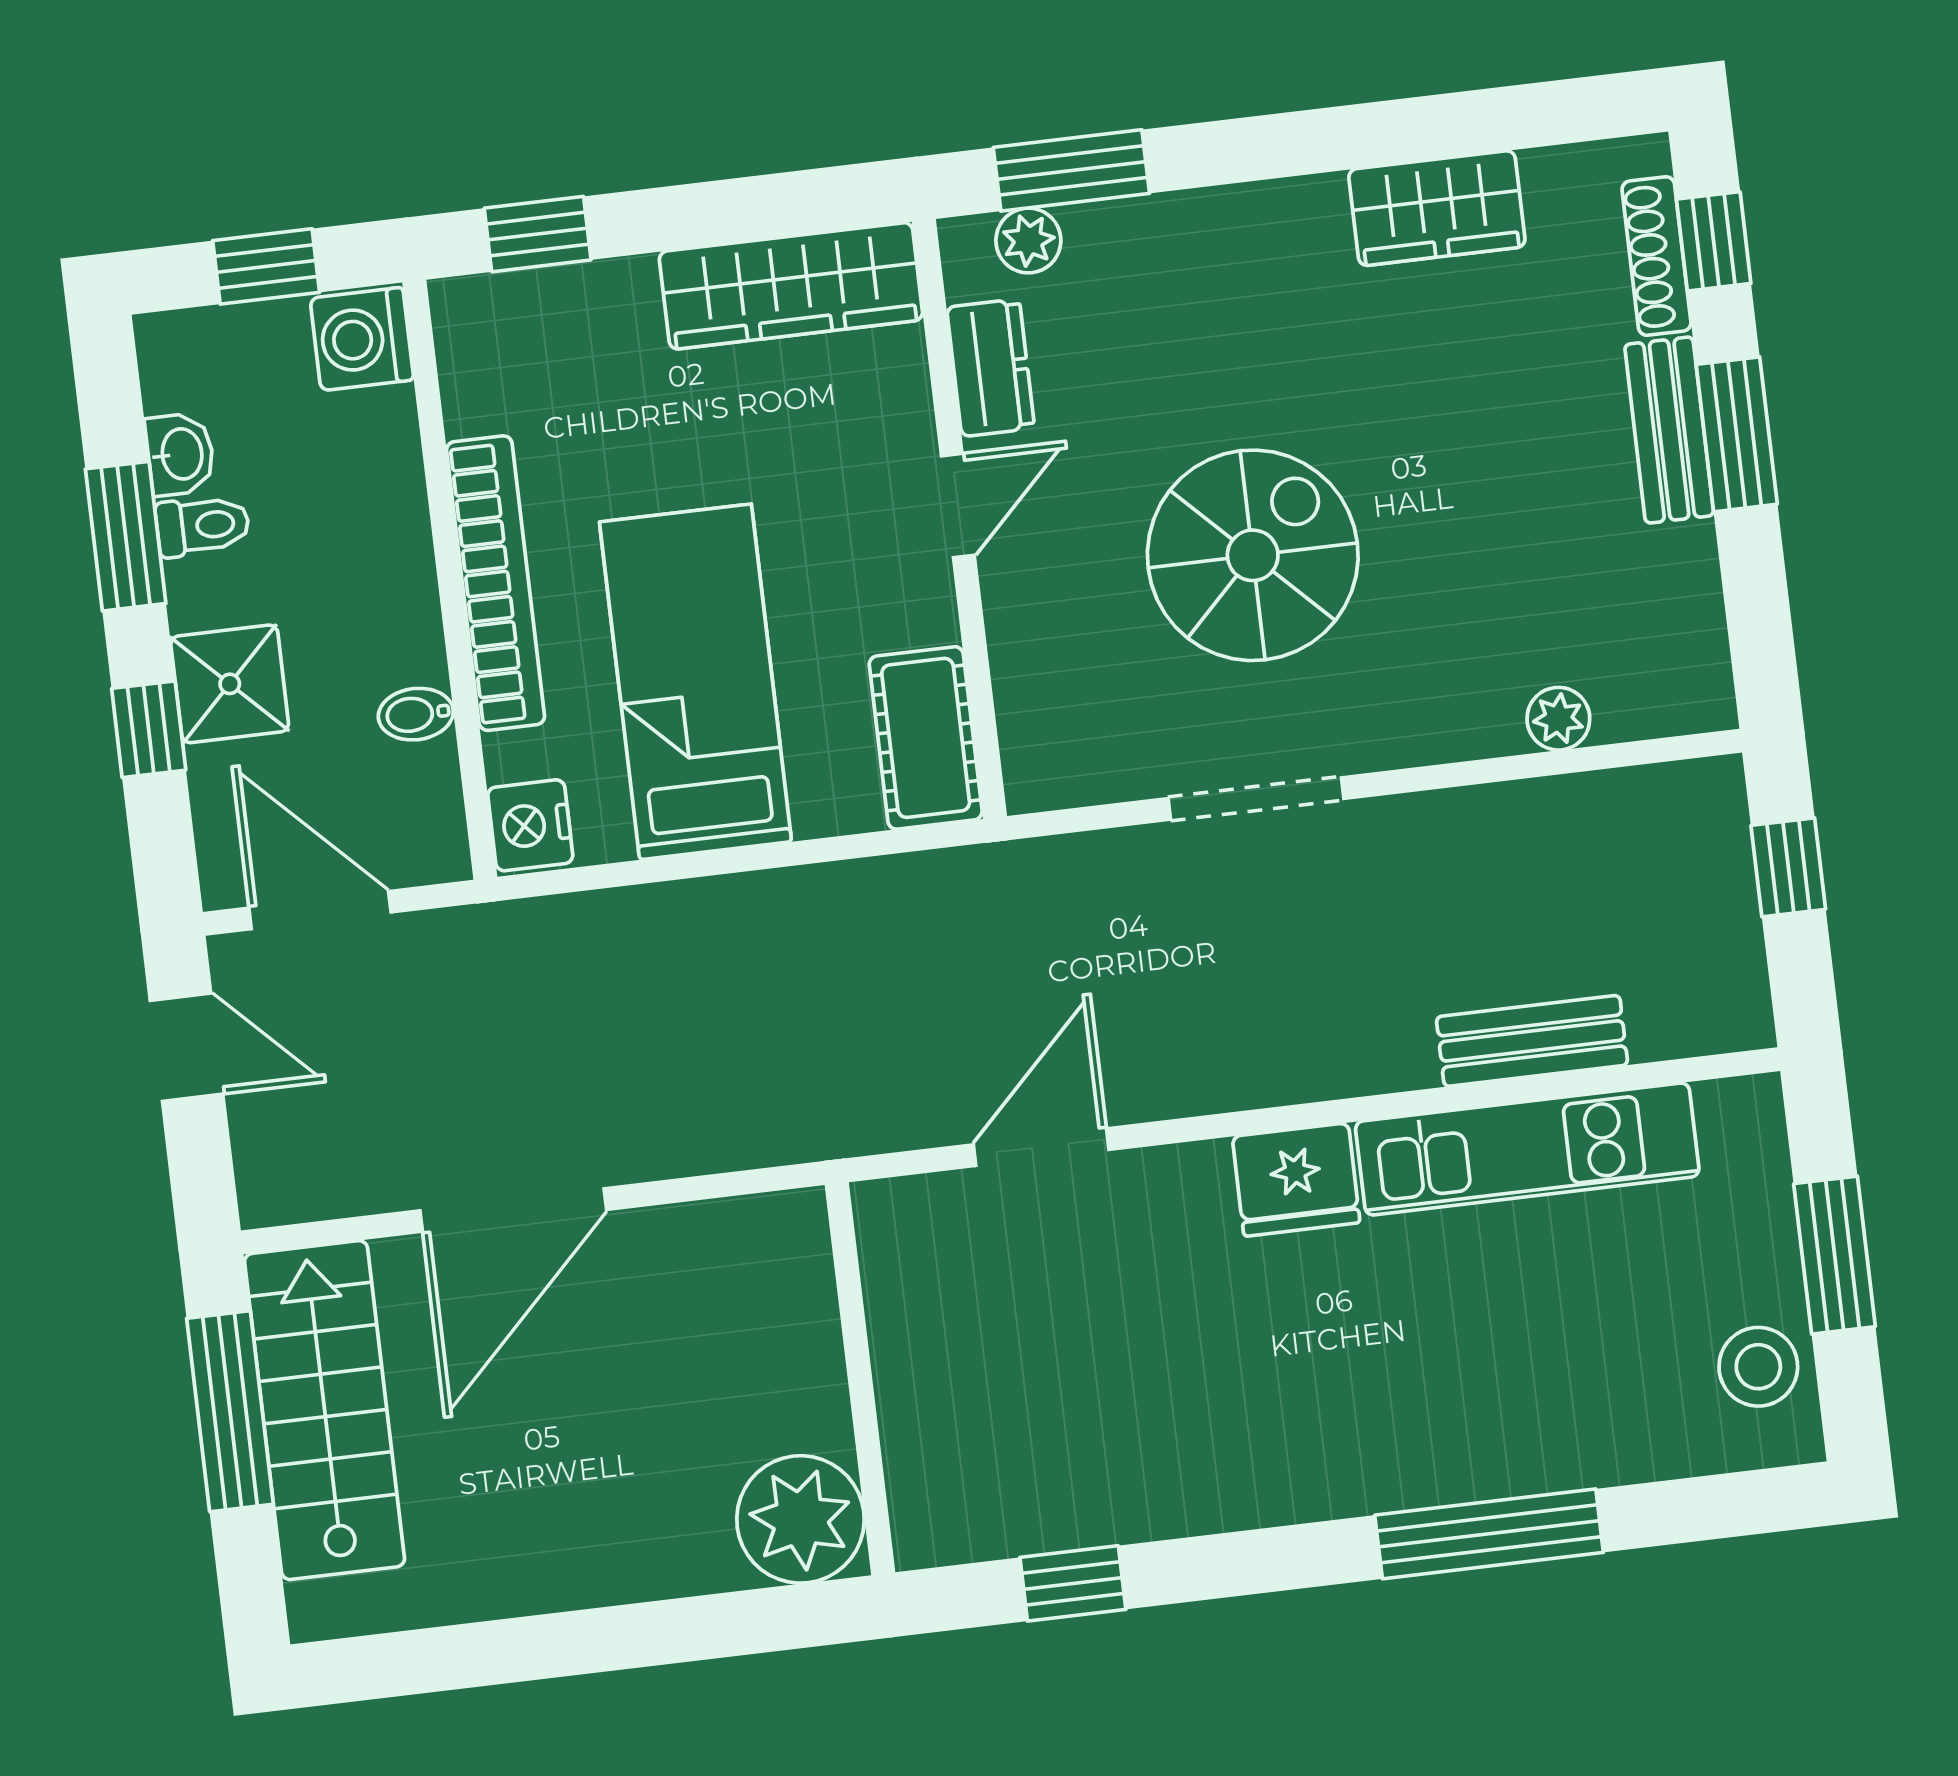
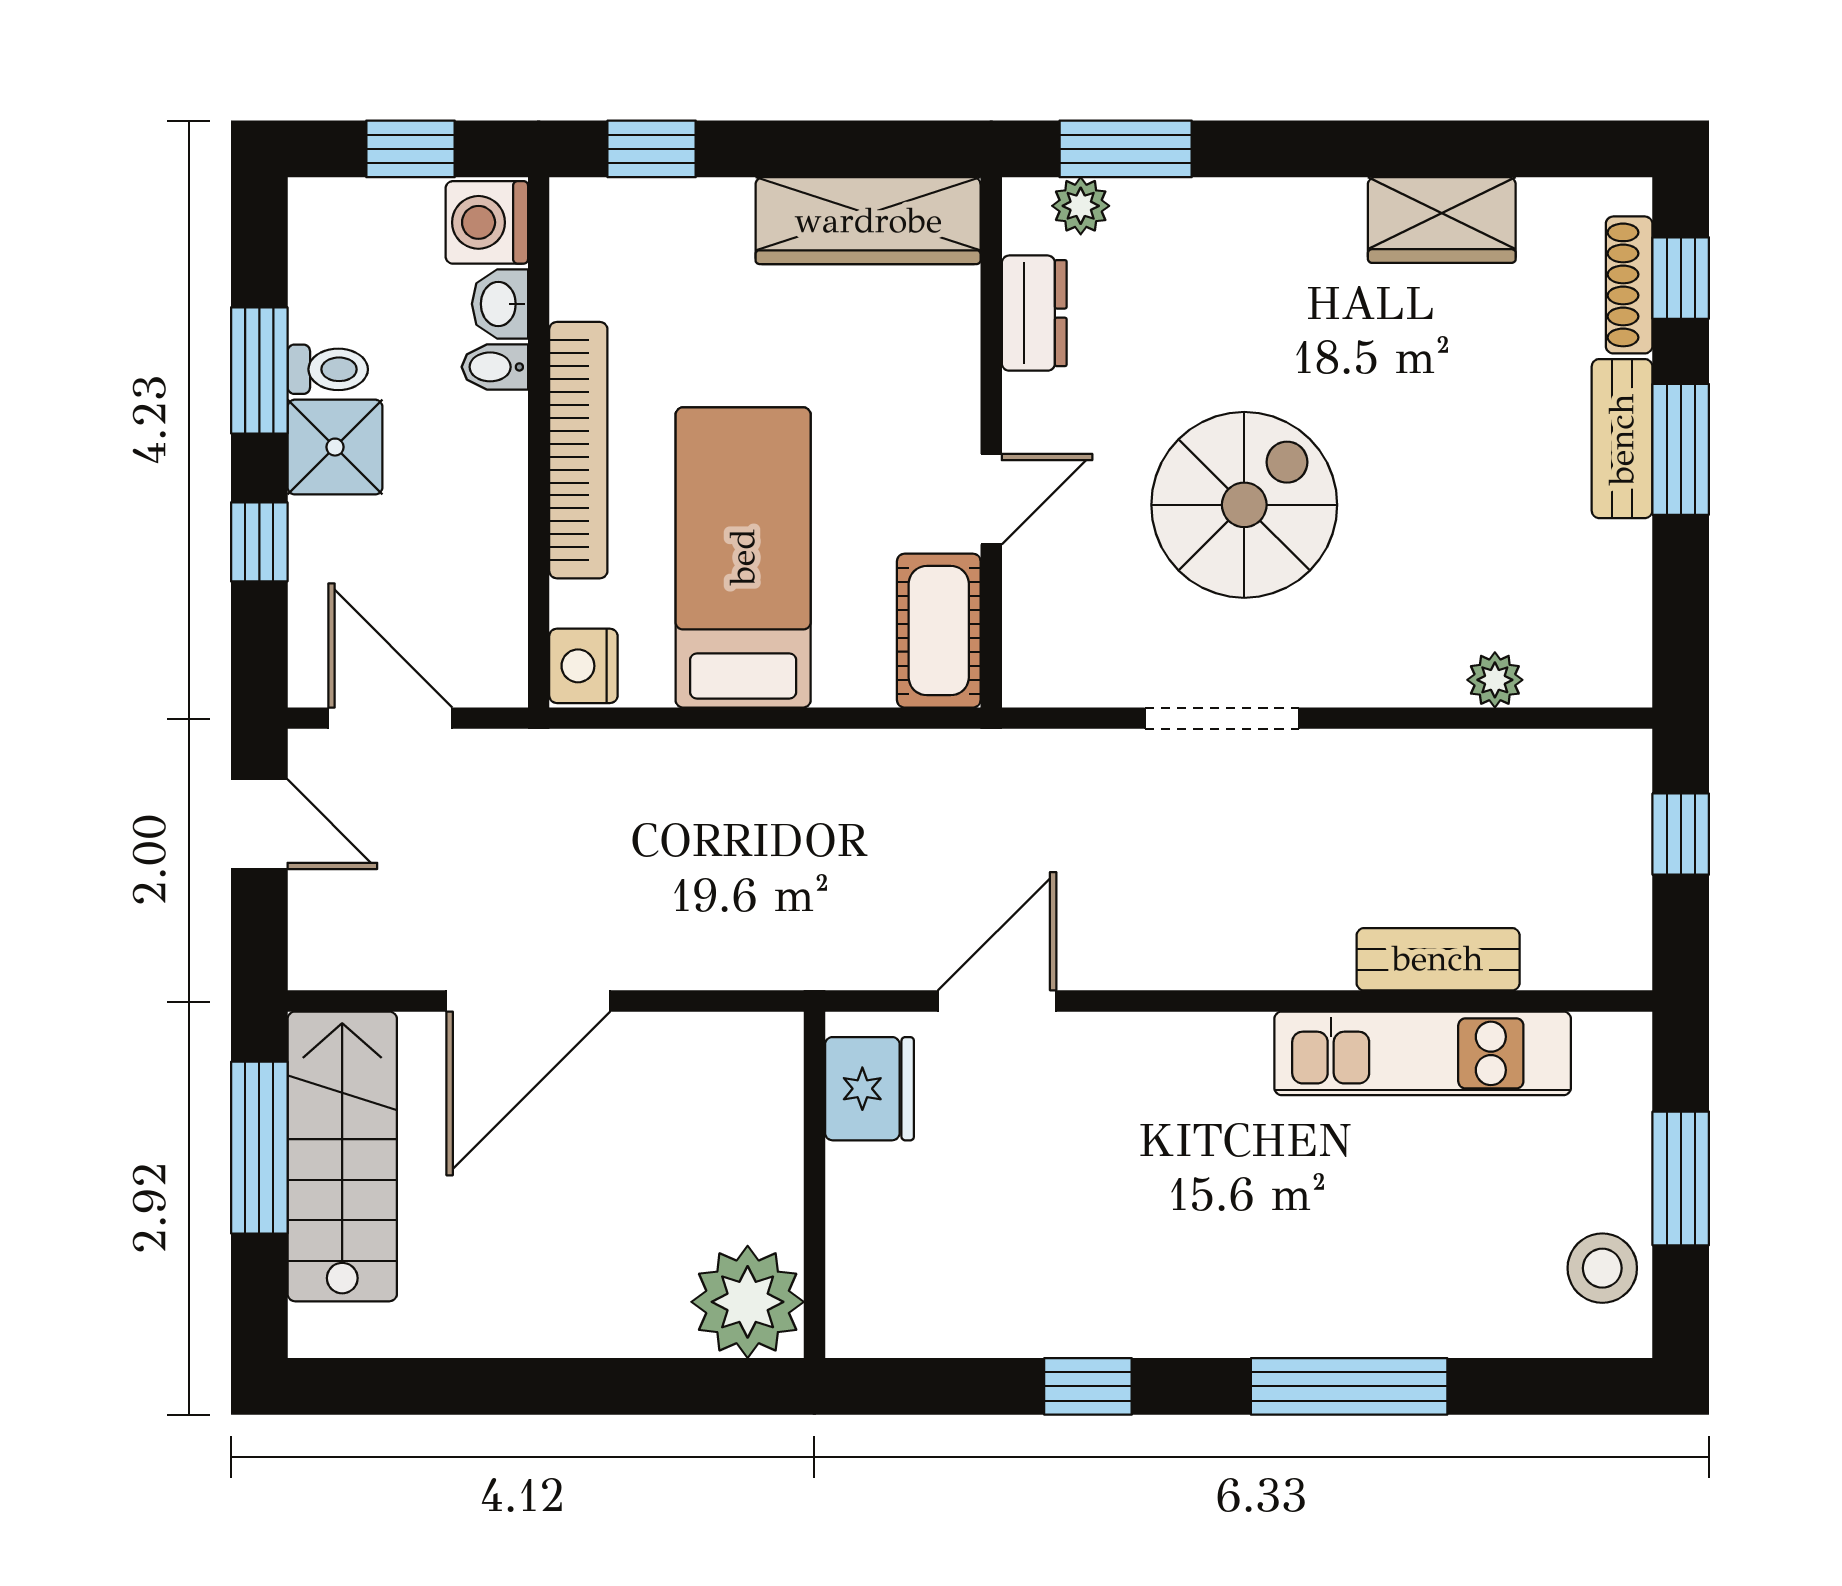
washbasin: (180, 454) -> (500, 304), moved, turned 180
door: (958, 506) -> (991, 499), moved
shower: (230, 684) -> (335, 447), moved
bidet: (416, 714) -> (495, 367), moved
fridge: (1296, 1180) -> (869, 1089), moved, turned -90
window: (1073, 1583) -> (1088, 1386), moved

